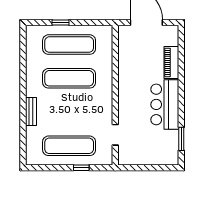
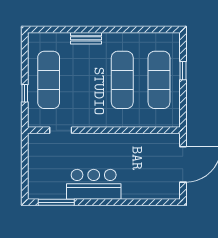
piano: (171, 63) -> (139, 191), removed
window: (181, 139) -> (56, 202), width x1.44

